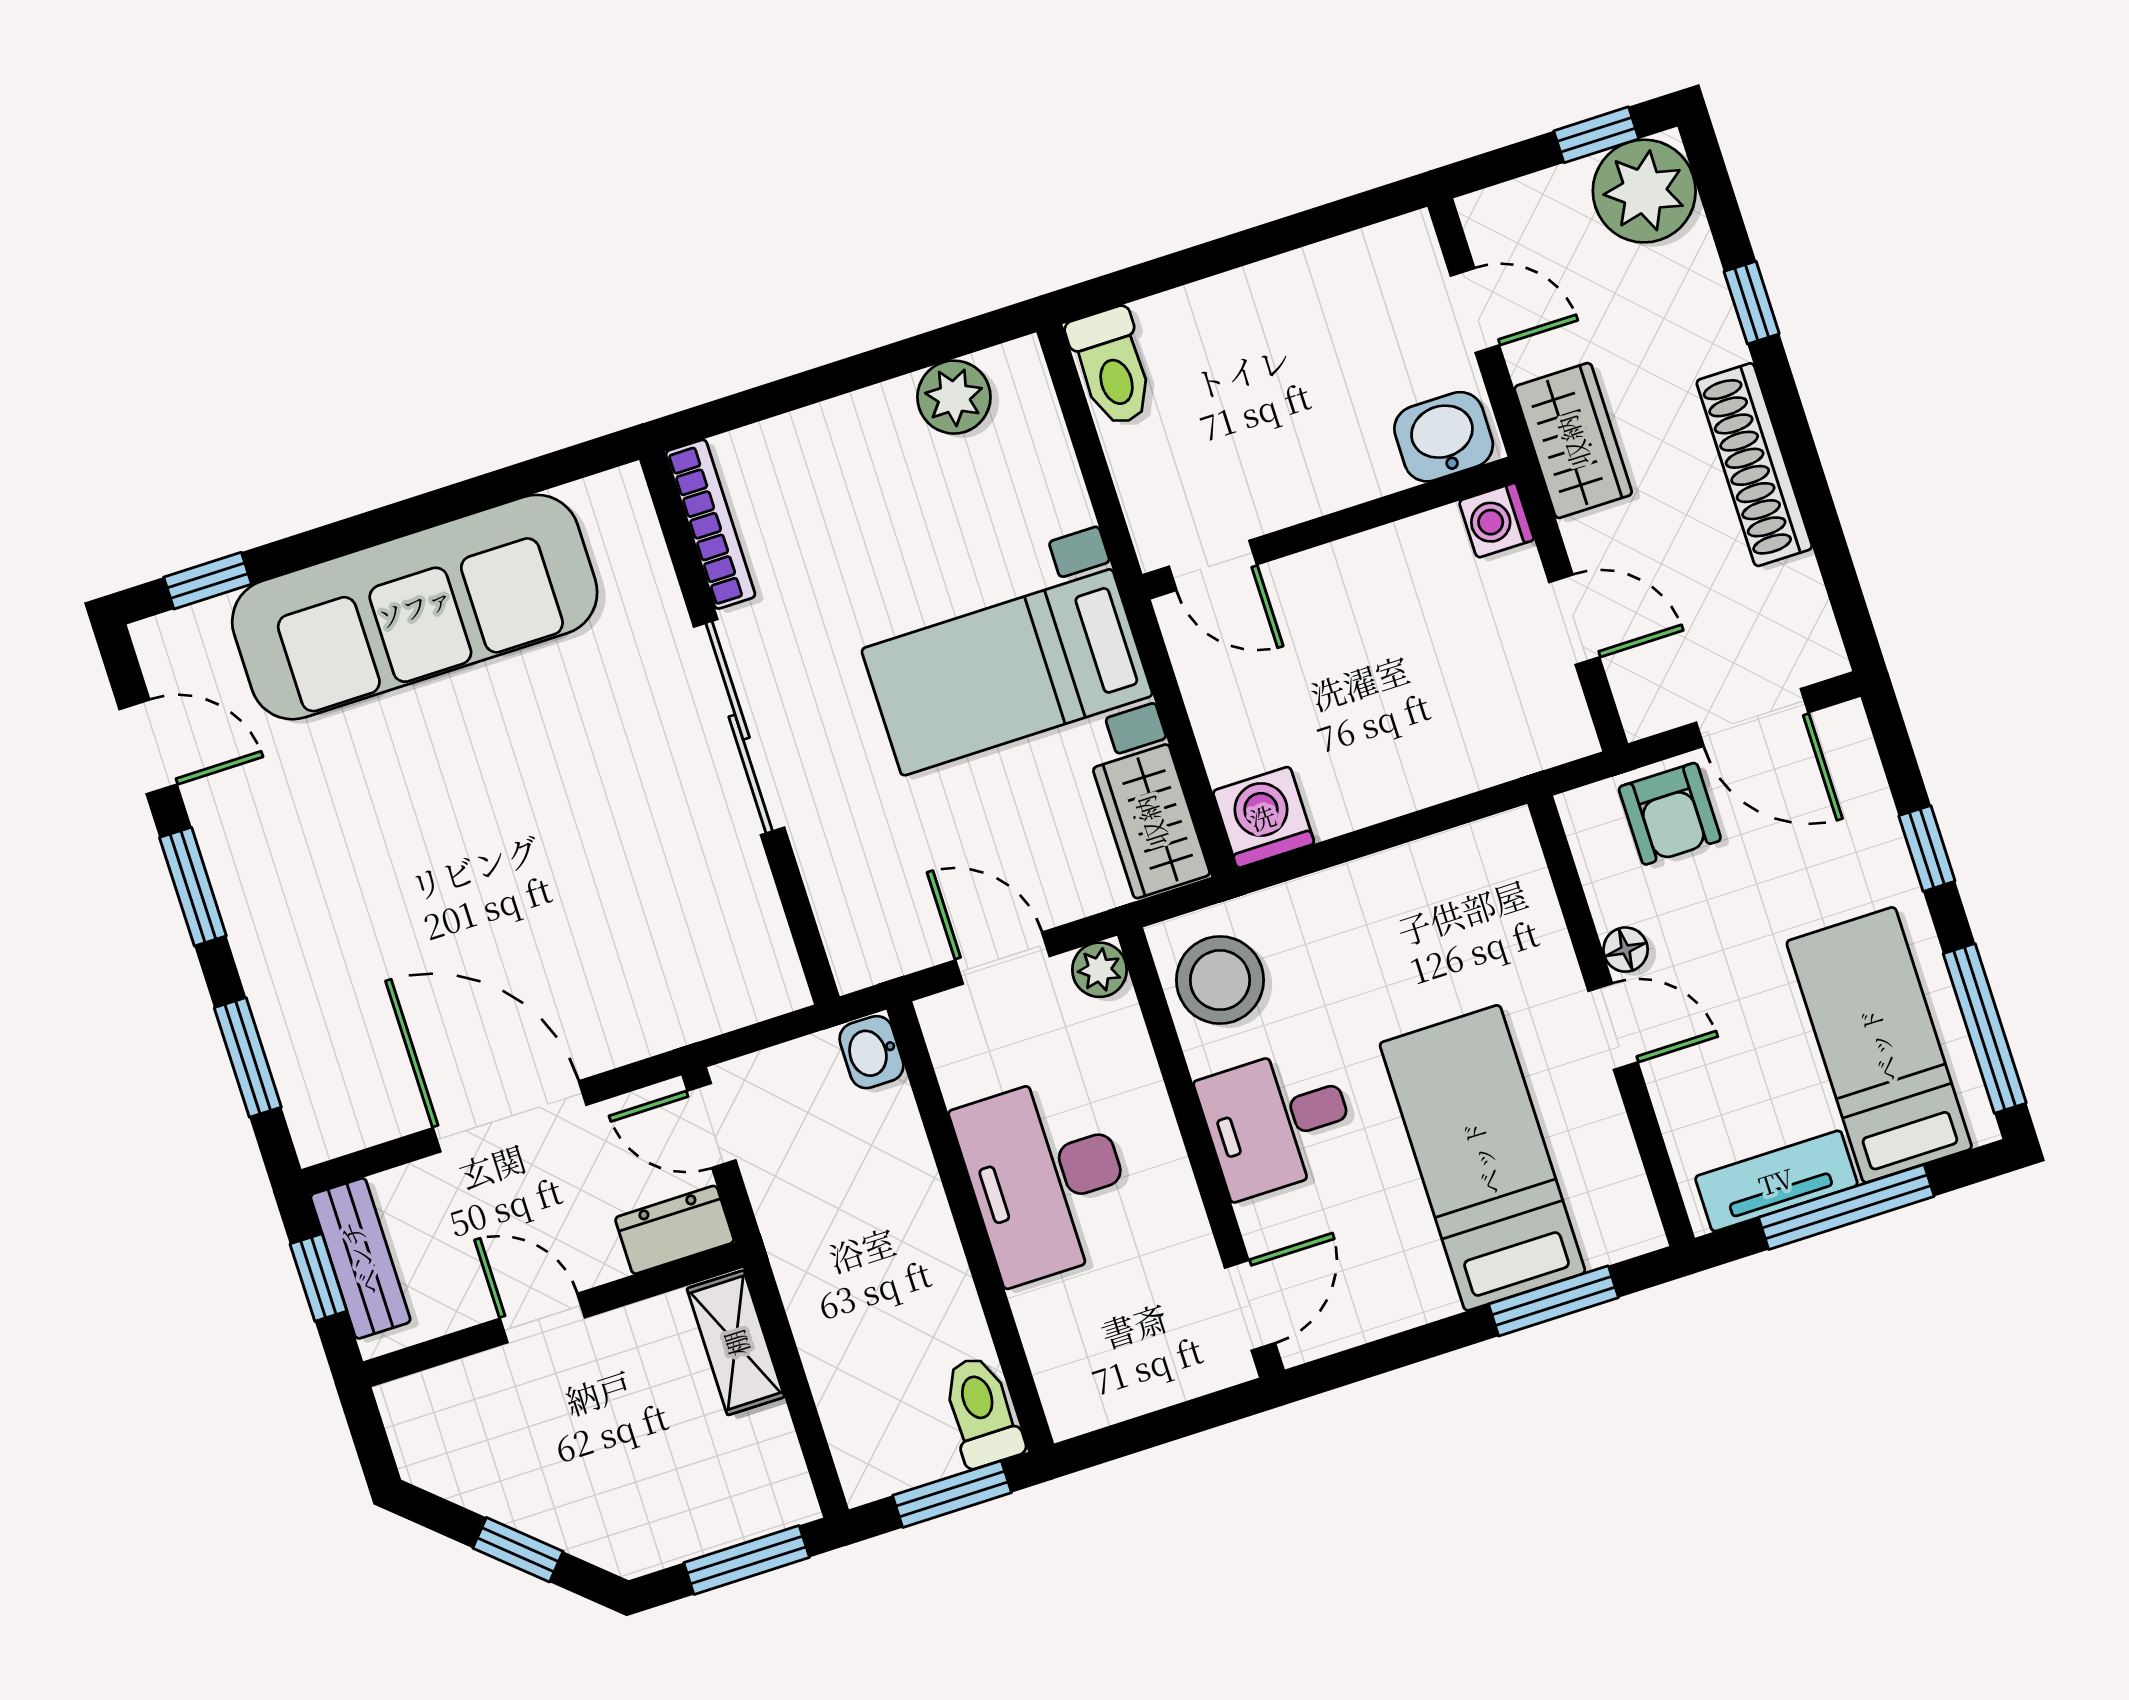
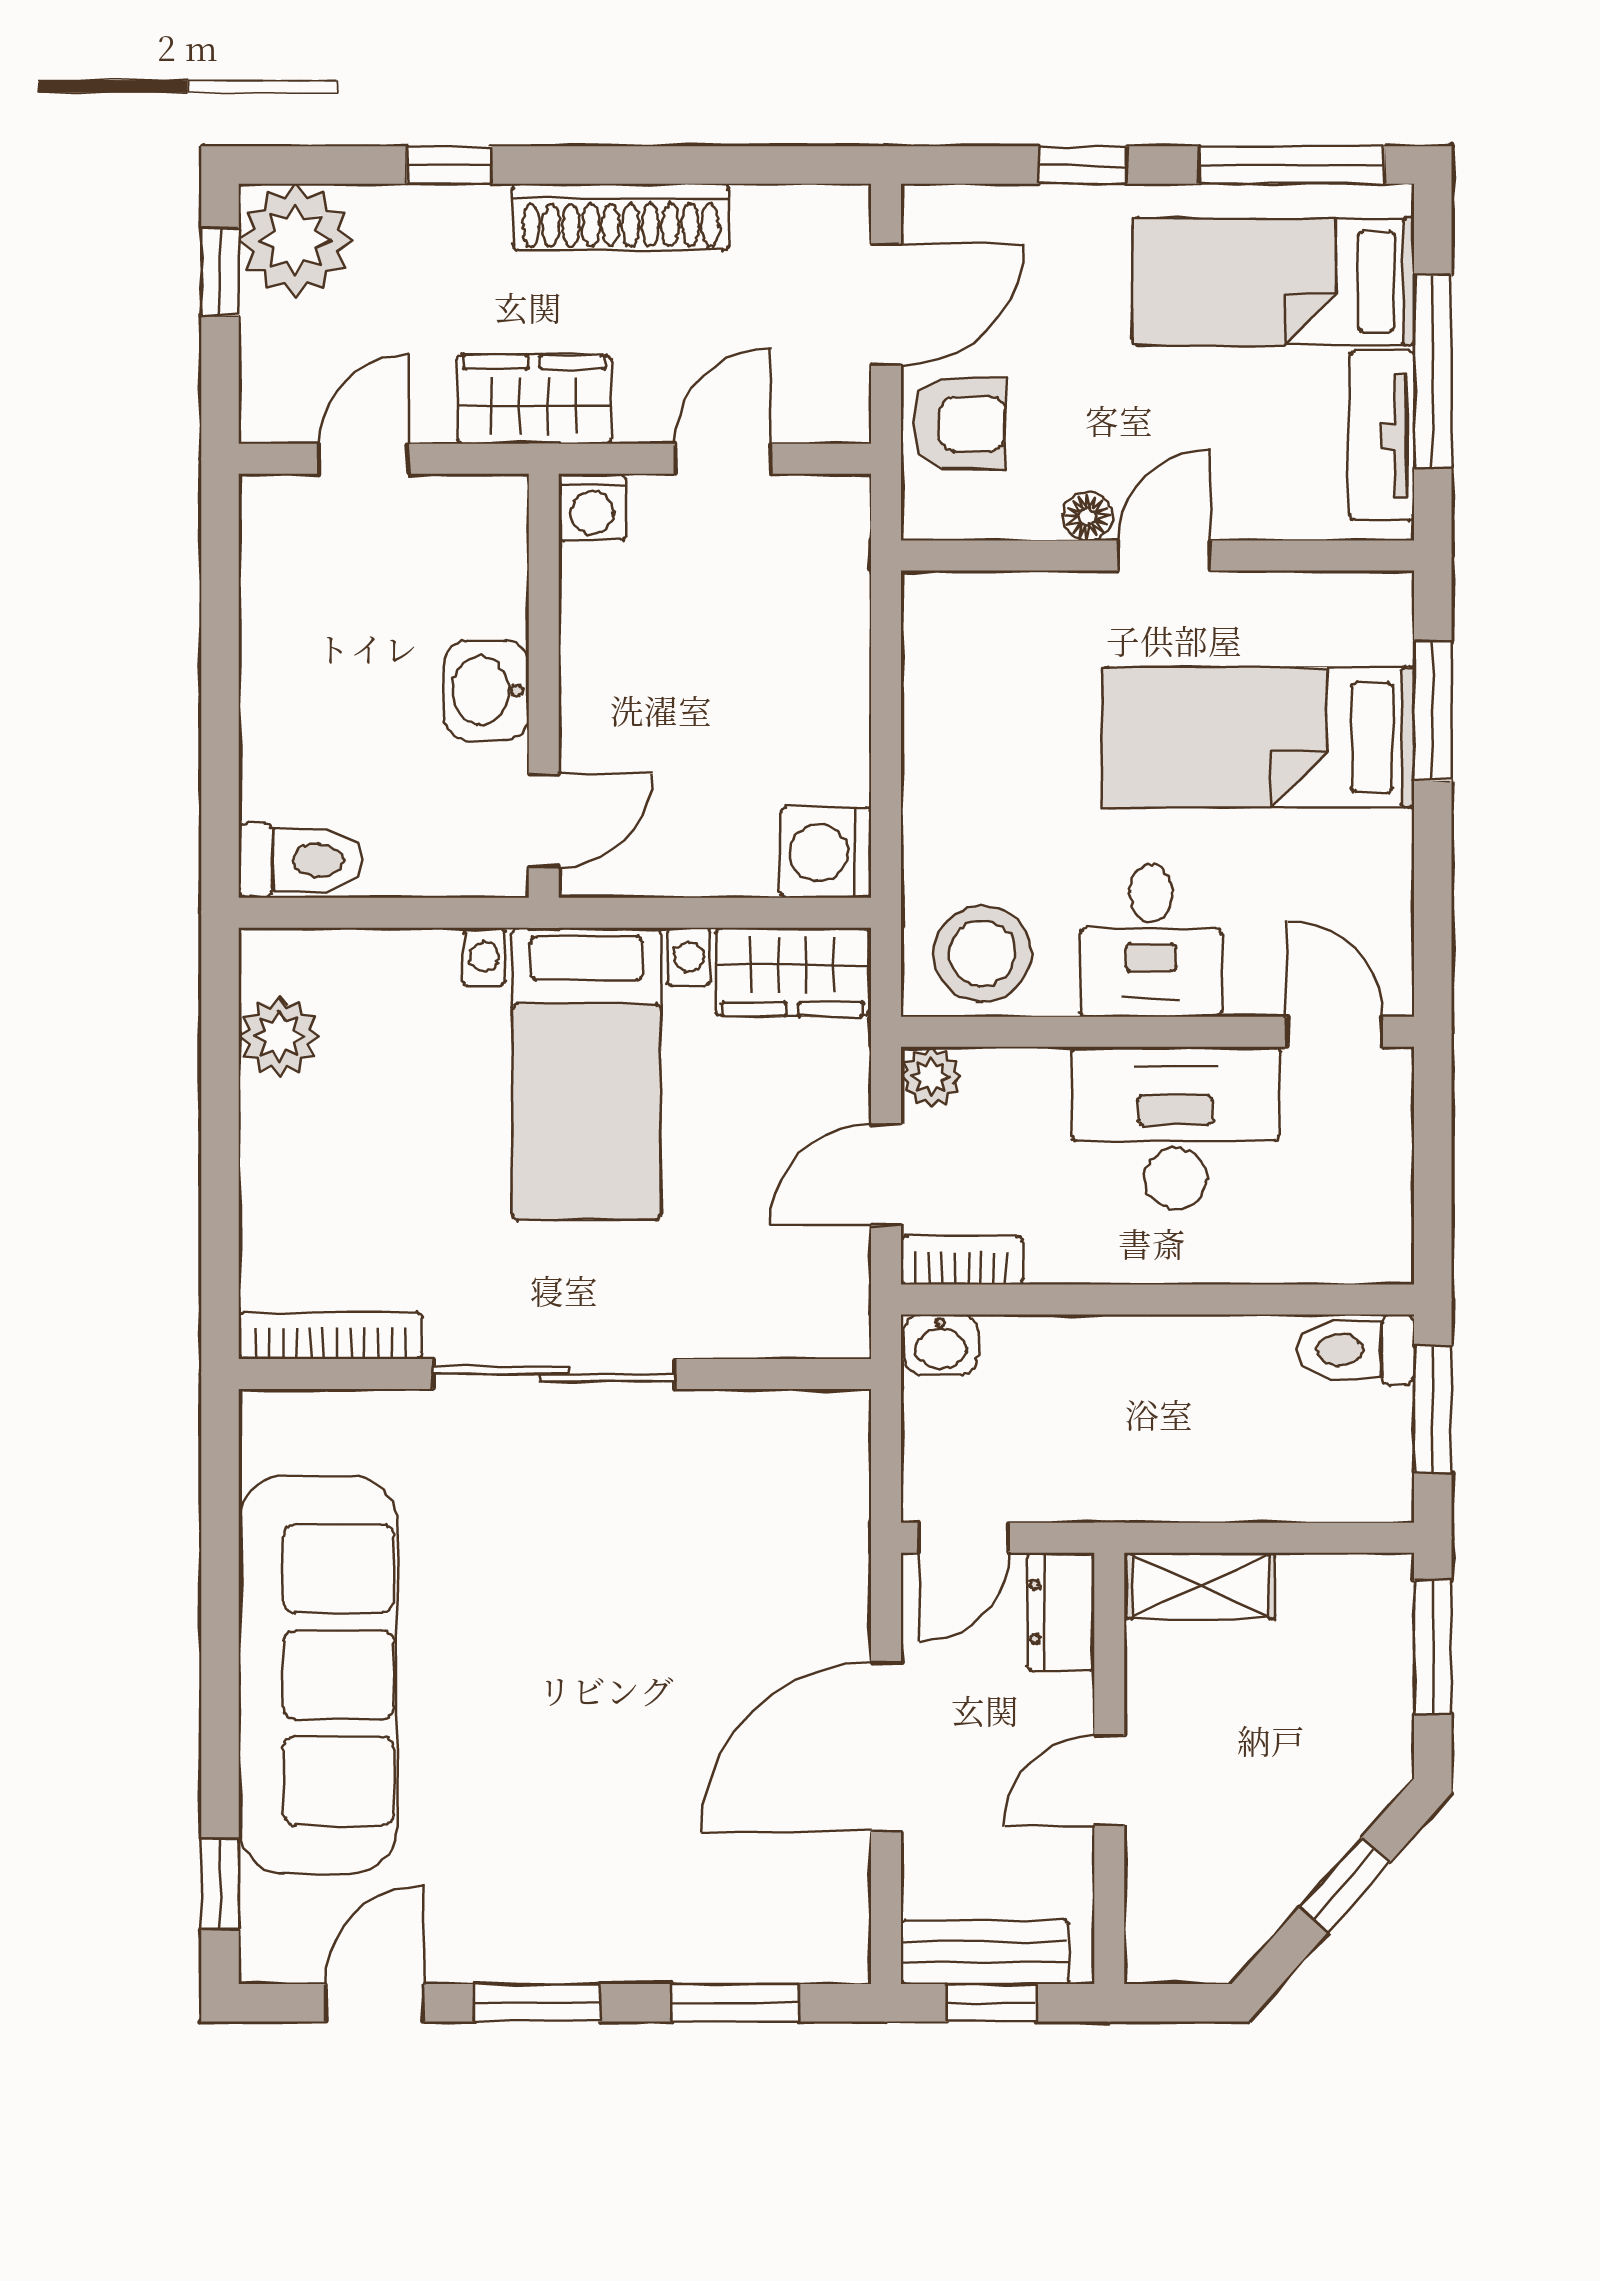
washbasin: (1444, 437) -> (486, 690), moved
bookcase: (950, 1047) -> (962, 1260), added
desk: (1046, 1178) -> (1176, 1128), moved, turned 180

